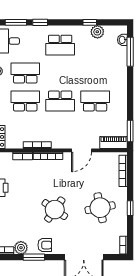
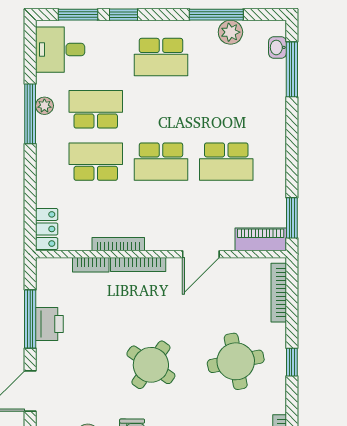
window: (90, 22) -> (216, 15), width x2.17
school desk: (95, 101) -> (226, 162), turned 180

